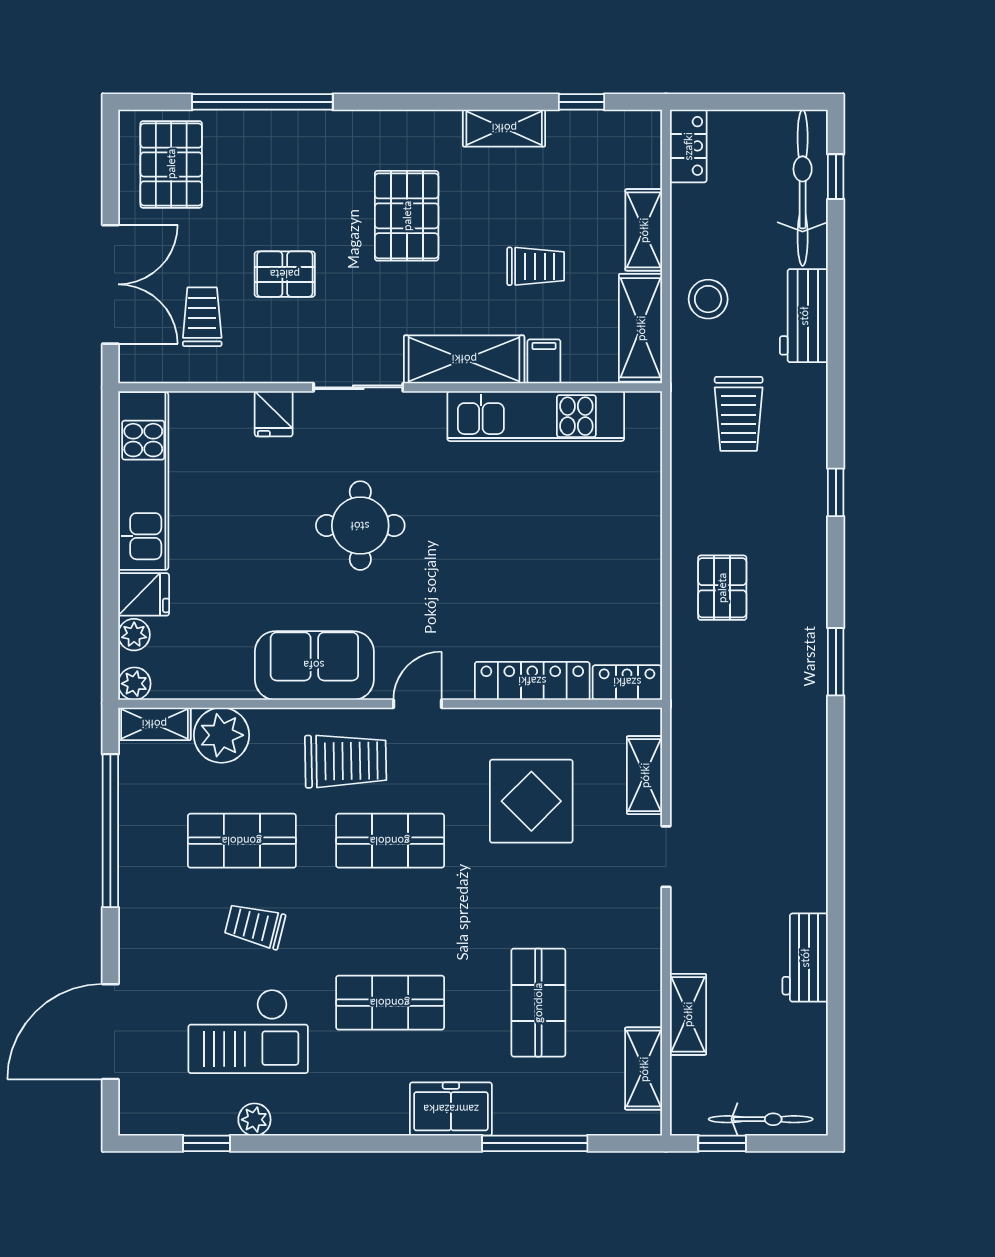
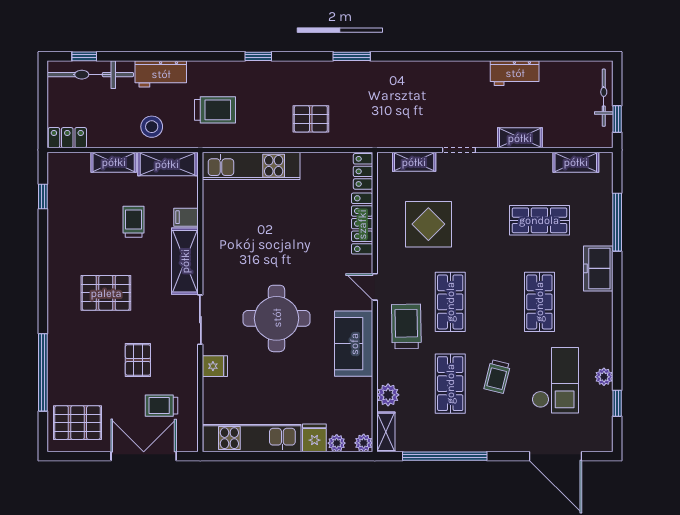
shelving: (504, 128) -> (57, 239), removed
kitchen unit: (536, 416) -> (251, 166), moved, turned 90
round table: (360, 526) -> (277, 318), width x1.36, depth x1.36
plant: (221, 735) -> (388, 395), width x0.73, depth x0.73
shelving: (688, 1014) -> (520, 138), moved

